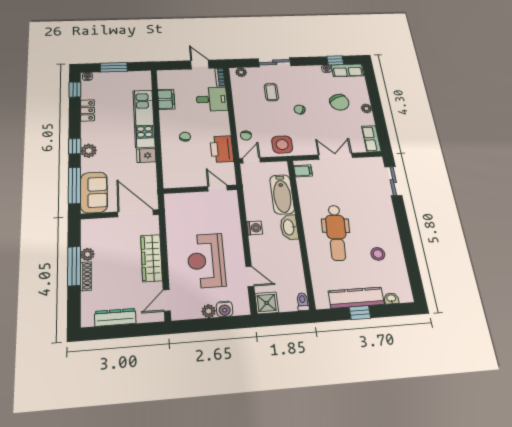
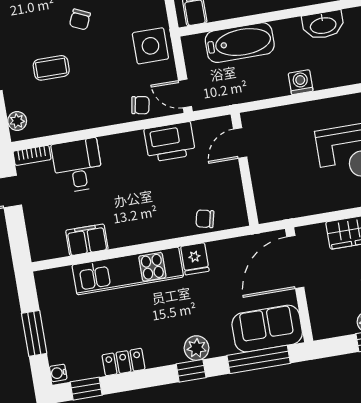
chair: (185, 137) -> (205, 219), moved
washbasin: (289, 227) -> (323, 25), moved

